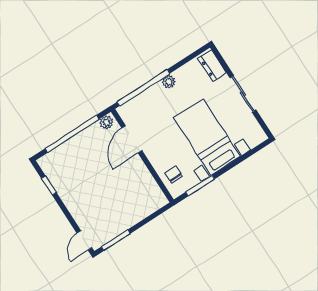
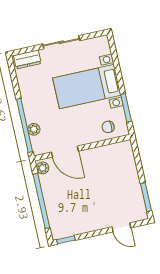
plant: (169, 82) -> (34, 129), moved
window: (49, 186) -> (66, 240), moved
door: (84, 240) -> (121, 227), moved

